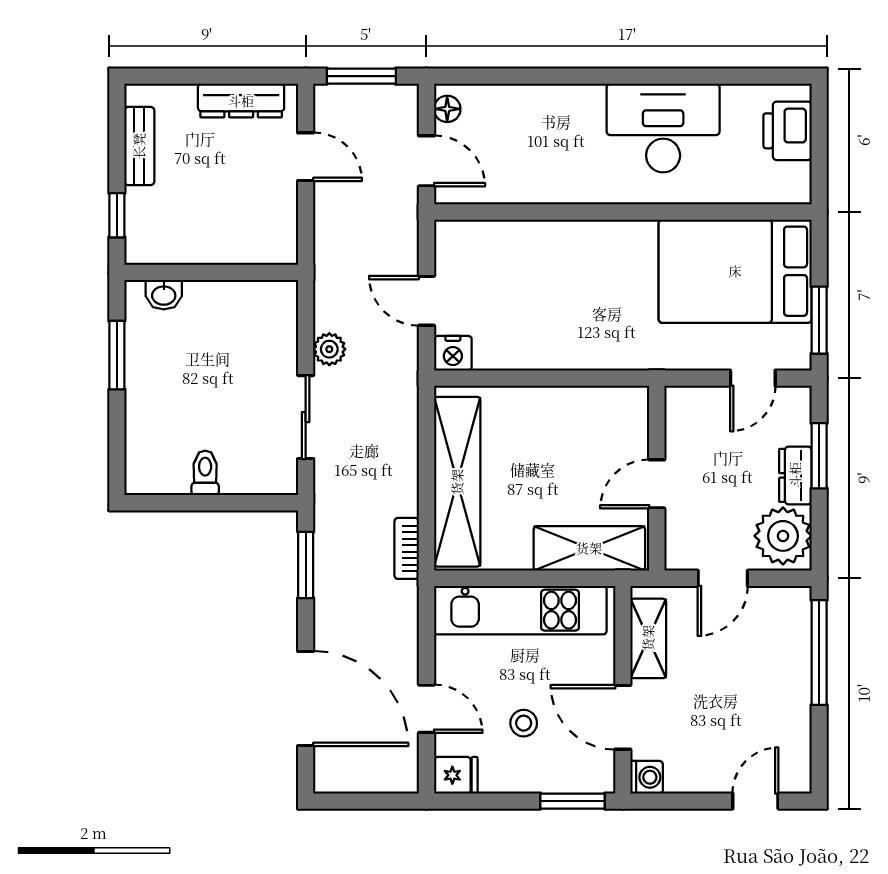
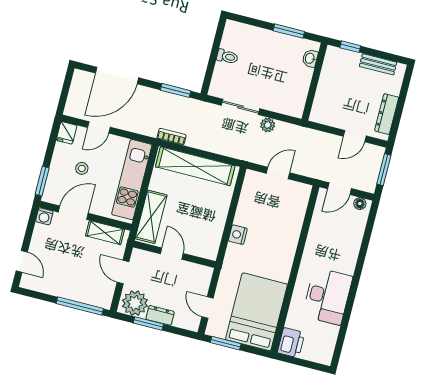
printer: (787, 131) -> (291, 343), moved, turned 90
nightstand: (453, 353) -> (238, 235), moved
window: (819, 456) -> (148, 323), moved

